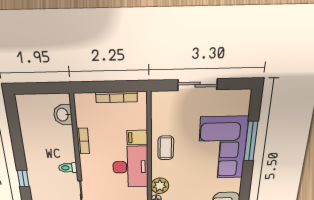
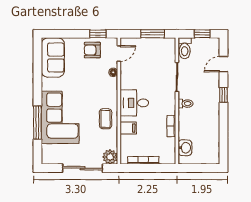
sliding door: (198, 85) -> (83, 168), width x1.37
desk: (131, 167) -> (134, 103), width x0.73
plant: (160, 186) -> (110, 157), moved

